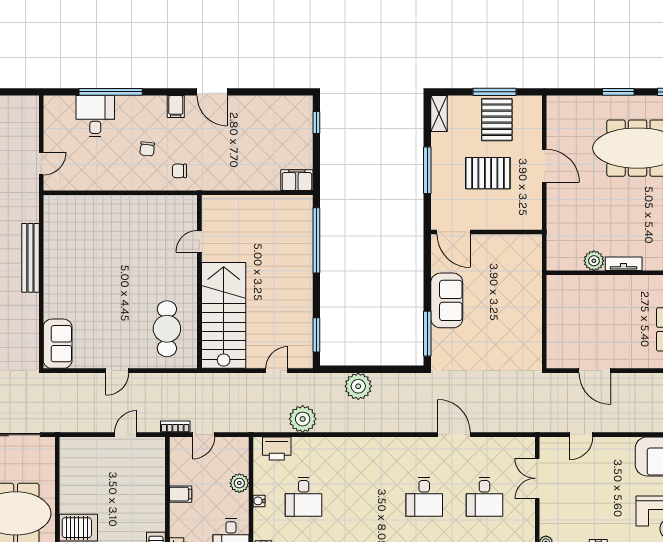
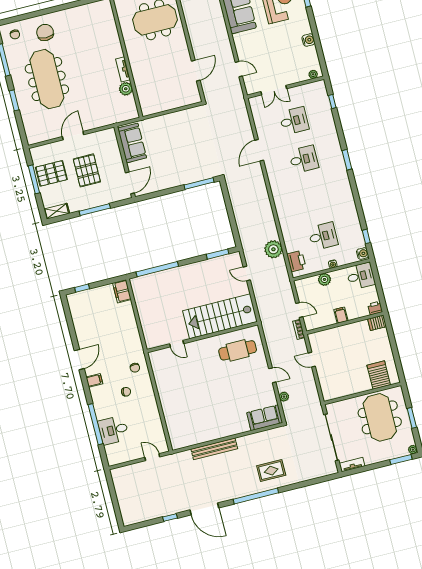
sofa: (447, 300) -> (132, 143), moved, turned 90
plant: (358, 386) -> (284, 397), moved, width x0.53, depth x0.53

